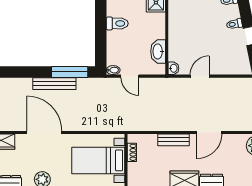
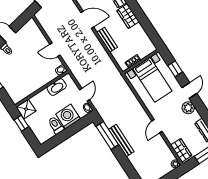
washing machine: (118, 43) -> (68, 117), added
door: (44, 132) -> (157, 126), width x0.53

